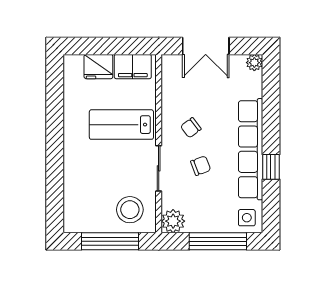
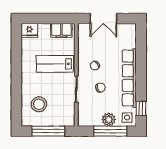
plant: (254, 63) -> (131, 28), removed
fridge: (98, 67) -> (29, 30), moved
window: (271, 167) -> (141, 108), moved
stool: (130, 210) -> (39, 104), moved
plant: (173, 221) -> (109, 119), moved

